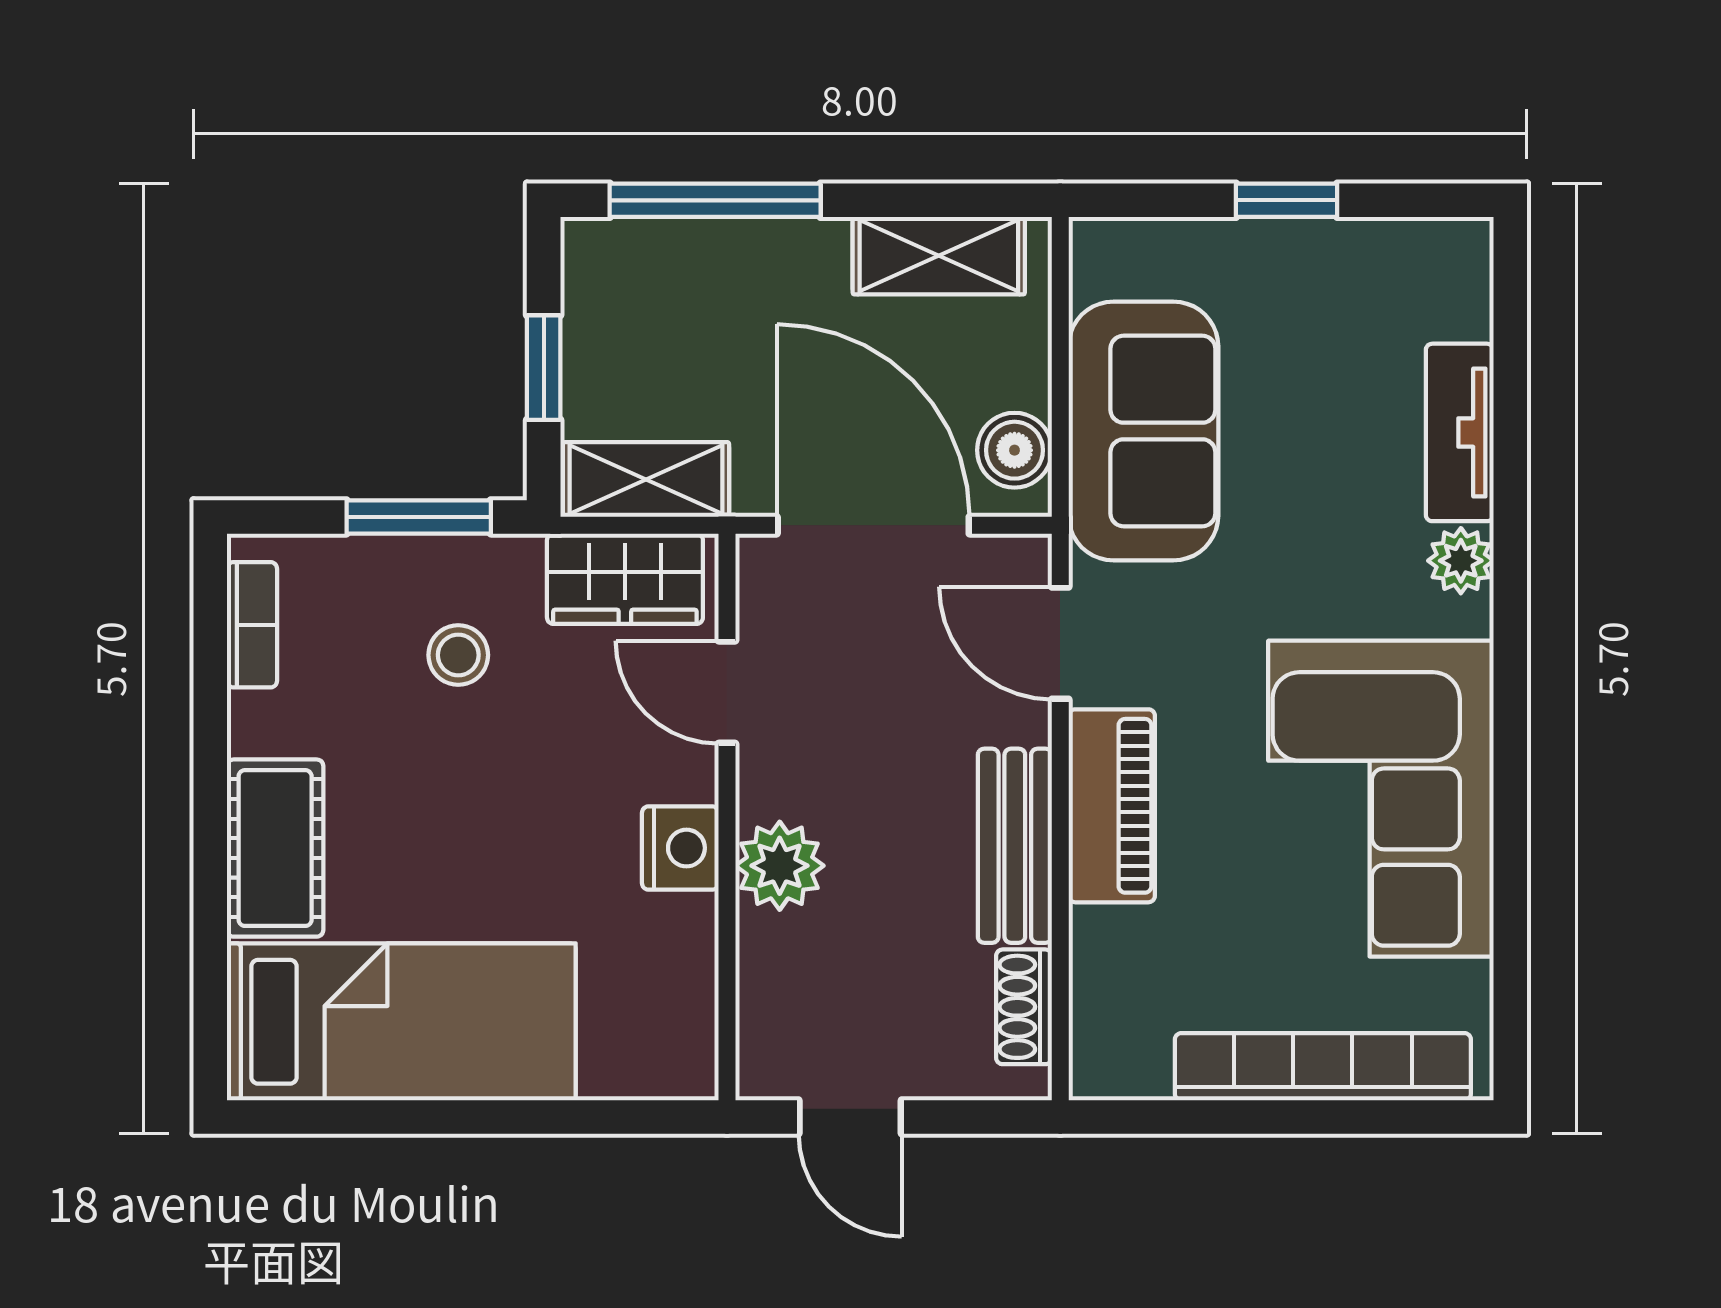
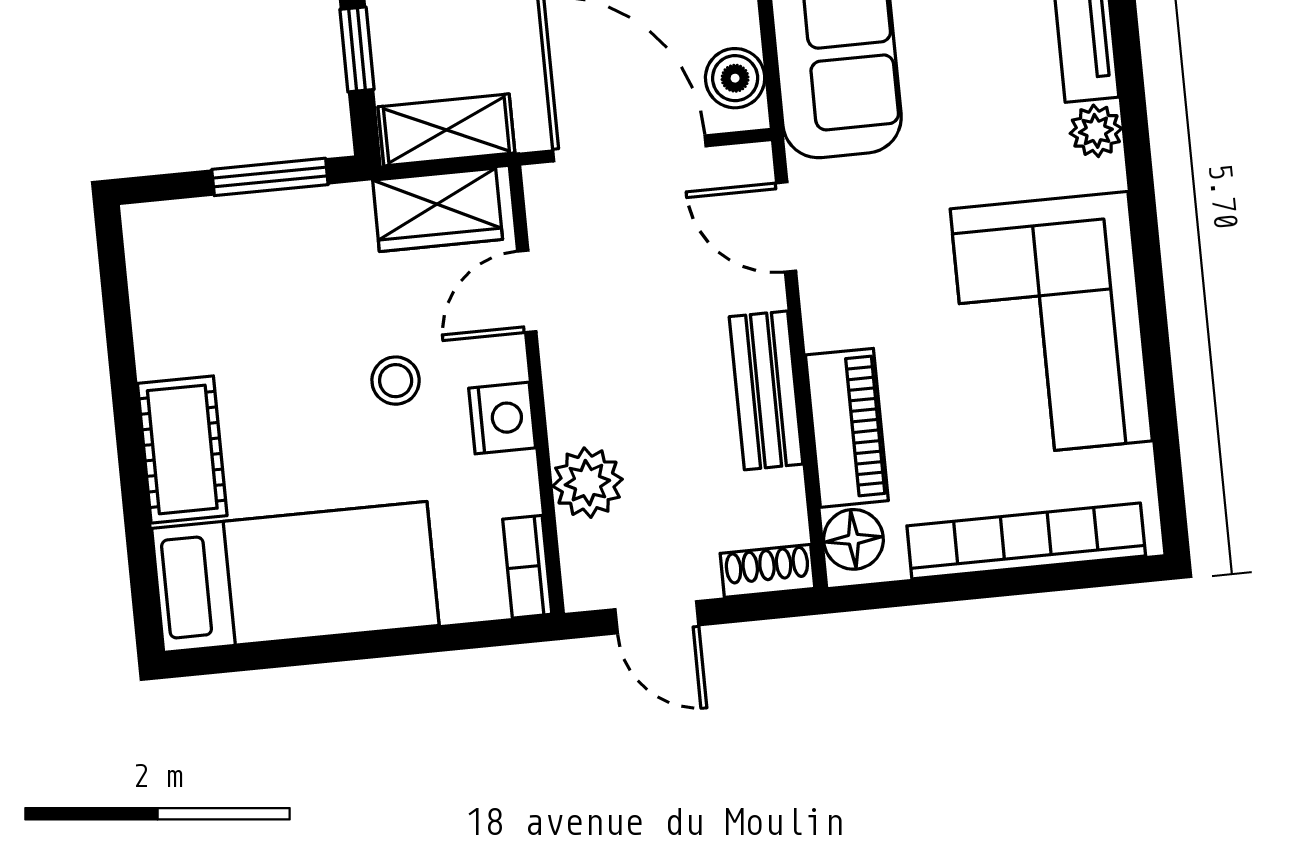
bookcase: (252, 625) -> (527, 567), moved, turned 180
stool: (458, 655) -> (396, 381), moved
door: (727, 692) -> (527, 291), hinge flipped
piano: (1112, 806) -> (847, 428), moved
plant: (780, 866) -> (587, 483), moved
shoe rack: (1024, 1007) -> (767, 571), moved, turned 90
floor lamp: (1106, 1043) -> (853, 539), added

